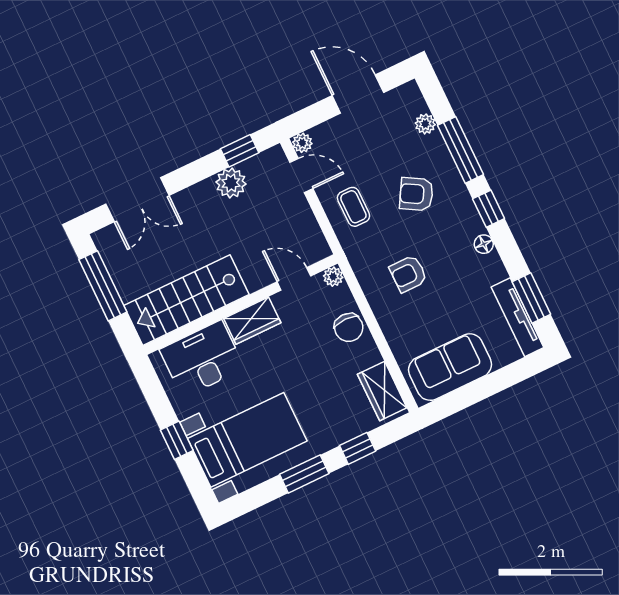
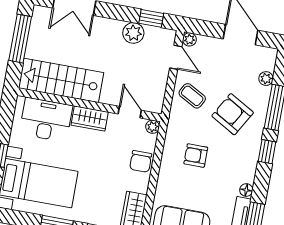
armchair: (416, 194) -> (233, 114), width x1.38, depth x1.38
coffee table: (353, 207) -> (192, 96), turned -61
floor lamp: (484, 244) -> (246, 190), moved

